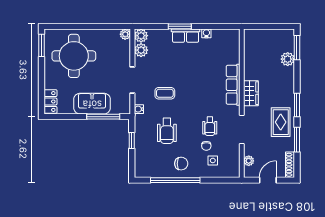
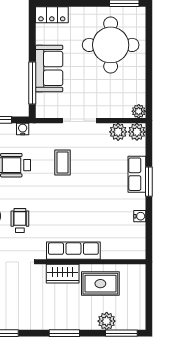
row of seats: (186, 36) -> (137, 174), moved
window: (297, 105) -> (64, 333), moved
water cooler: (139, 109) -> (23, 129), moved
rug: (281, 122) -> (100, 284), moved
wheelchair: (210, 126) -> (20, 221), turned 90

